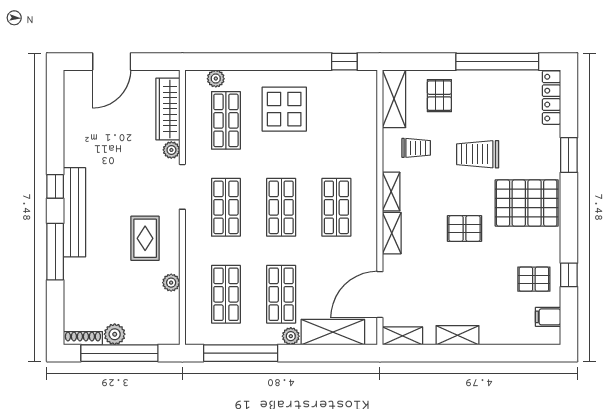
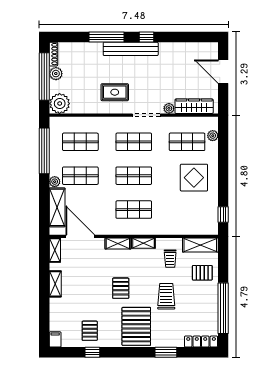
plant: (171, 283) -> (60, 104), moved, width x1.88, depth x1.88
filing cabinet: (548, 317) -> (55, 339), moved

